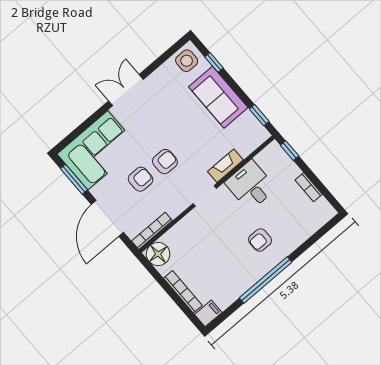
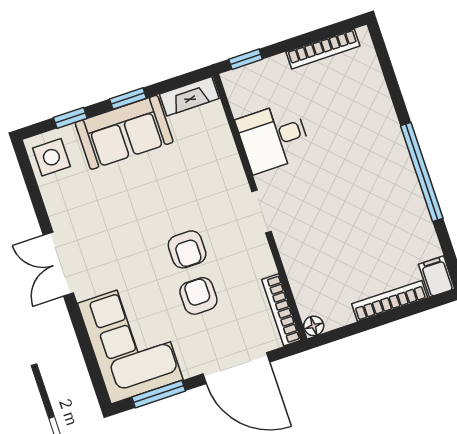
window: (259, 115) -> (128, 99), moved
armchair: (165, 162) -> (187, 249), turned 180
fireplace: (225, 166) -> (189, 96), moved, turned -90
bookcase: (309, 187) -> (323, 49), width x1.56
armchair: (260, 240) -> (360, 156), removed
floor lamp: (158, 254) -> (314, 326), width x0.53, depth x0.53

